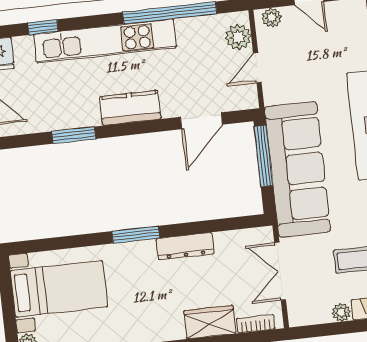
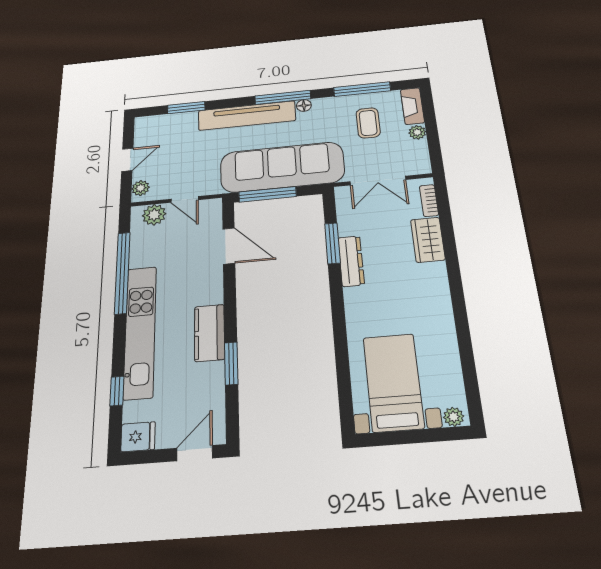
kitchen counter: (130, 108) -> (209, 333), moved
window: (136, 235) -> (332, 243), moved

